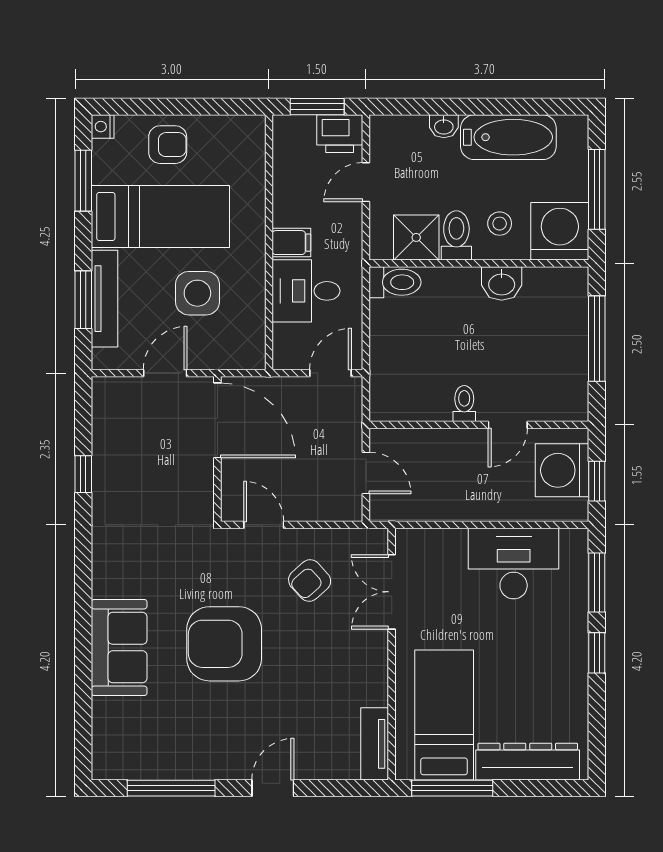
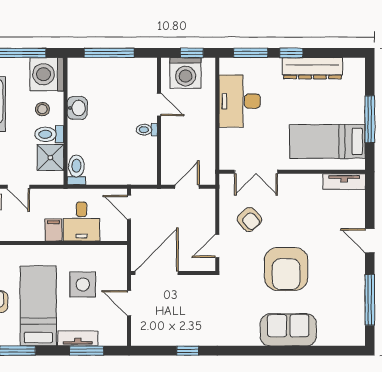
tv unit: (104, 299) -> (78, 338), width x0.71
dresser: (528, 762) -> (312, 68), moved, turned -90
window: (452, 788) -> (370, 119), moved

